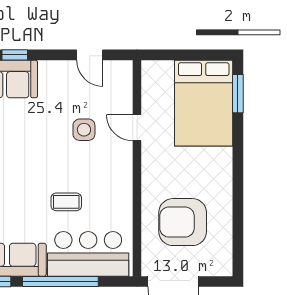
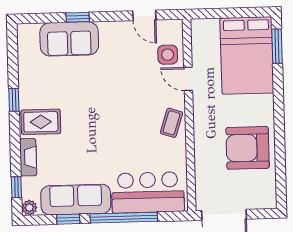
side table: (84, 130) -> (168, 55), moved
coffee table: (66, 202) -> (171, 123), moved, turned -72
armchair: (183, 222) -> (248, 148), moved

